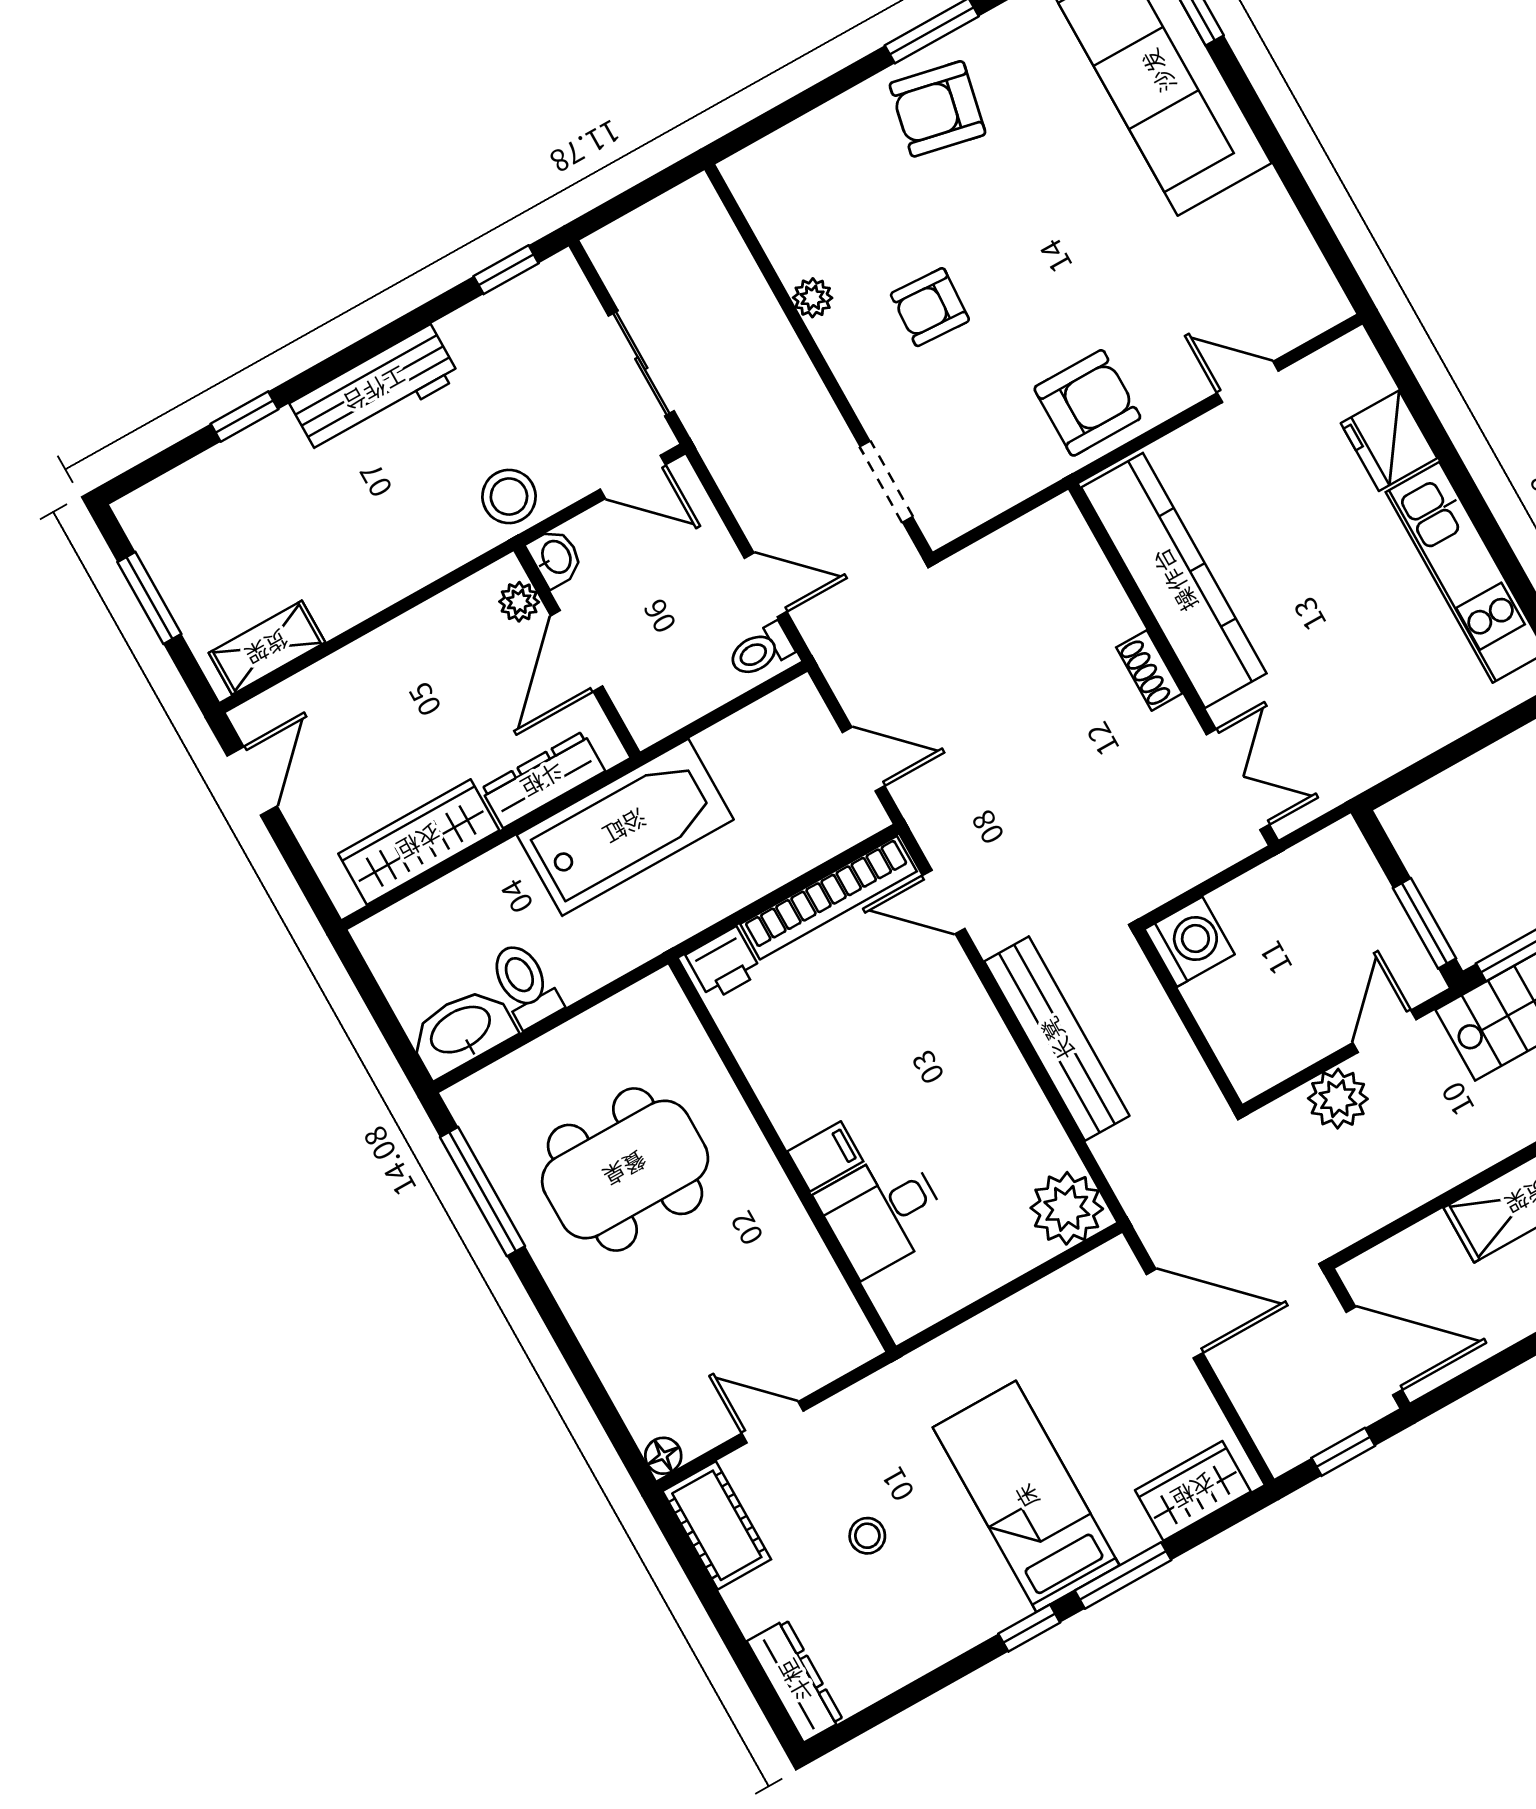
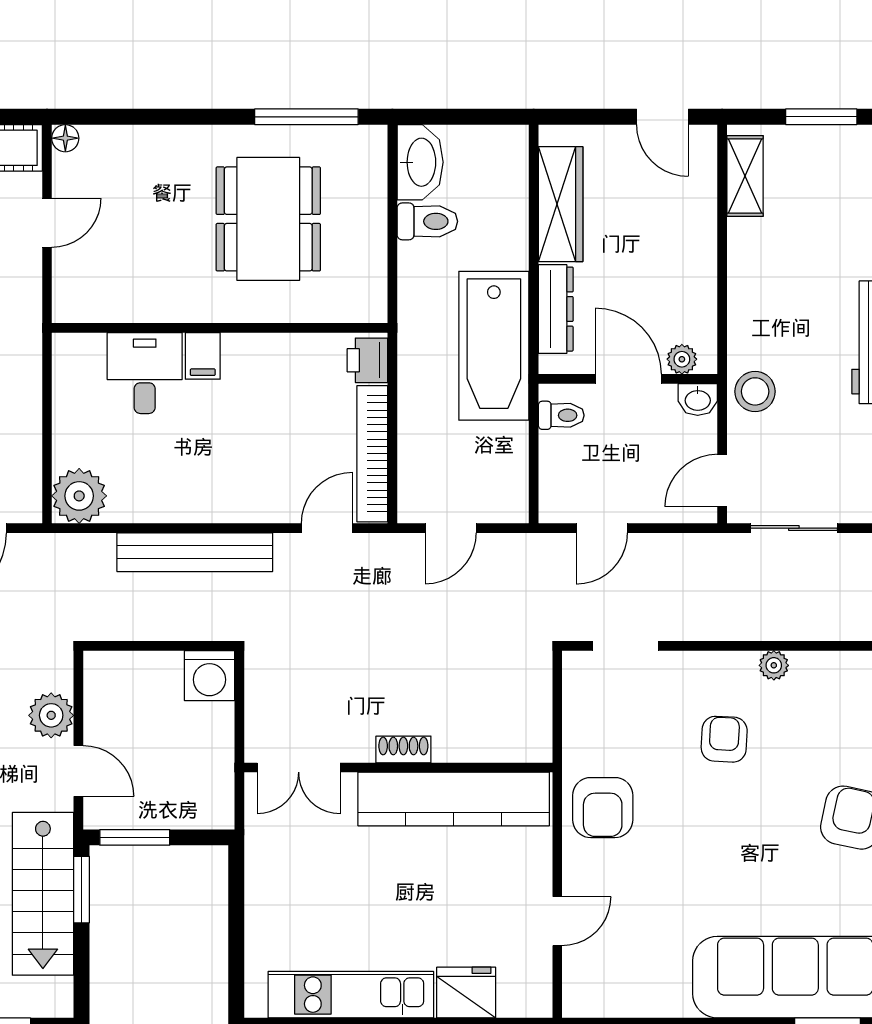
toilet: (761, 650) -> (561, 415), moved, turned 90

